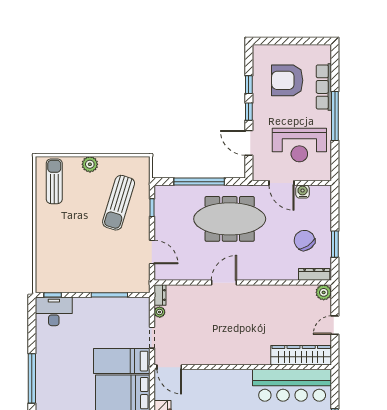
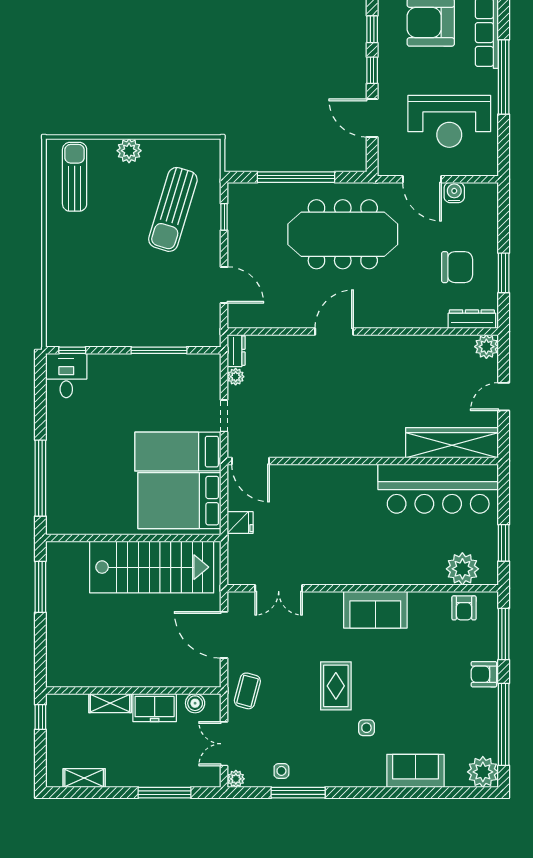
chair: (304, 240) -> (457, 267), turned 124
desk: (54, 311) -> (66, 376), width x0.73

